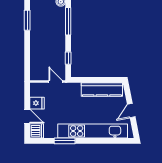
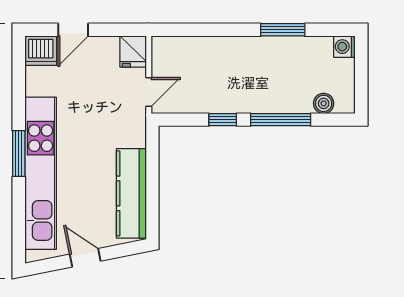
window: (68, 58) -> (223, 120), moved
fridge: (37, 103) -> (133, 52), moved
window: (65, 141) -> (19, 154), moved

